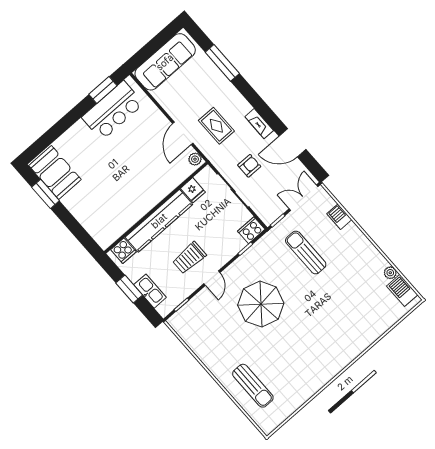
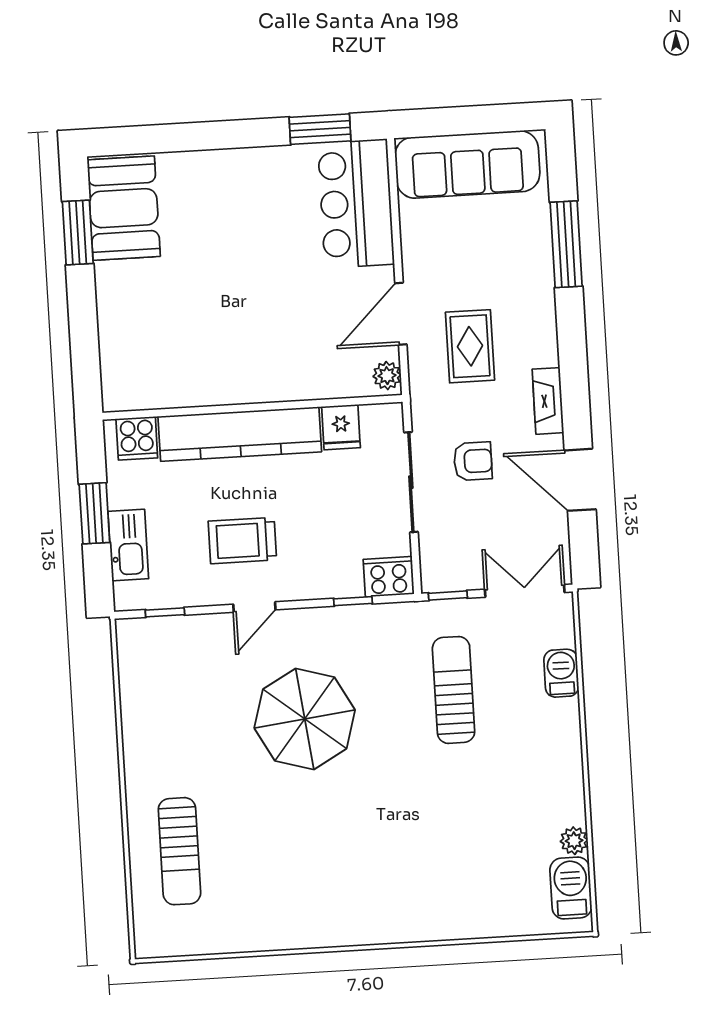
bar counter: (113, 110) -> (356, 203), moved, turned 90

